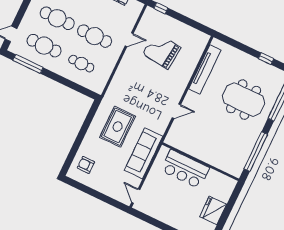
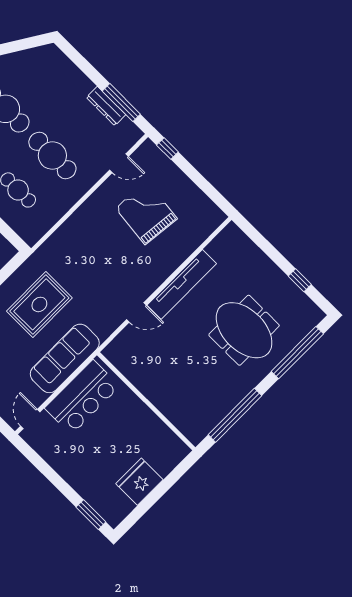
door: (129, 40) -> (119, 163), moved
tv unit: (205, 69) -> (182, 284), moved
bar counter: (185, 169) -> (82, 397), moved, turned -90

